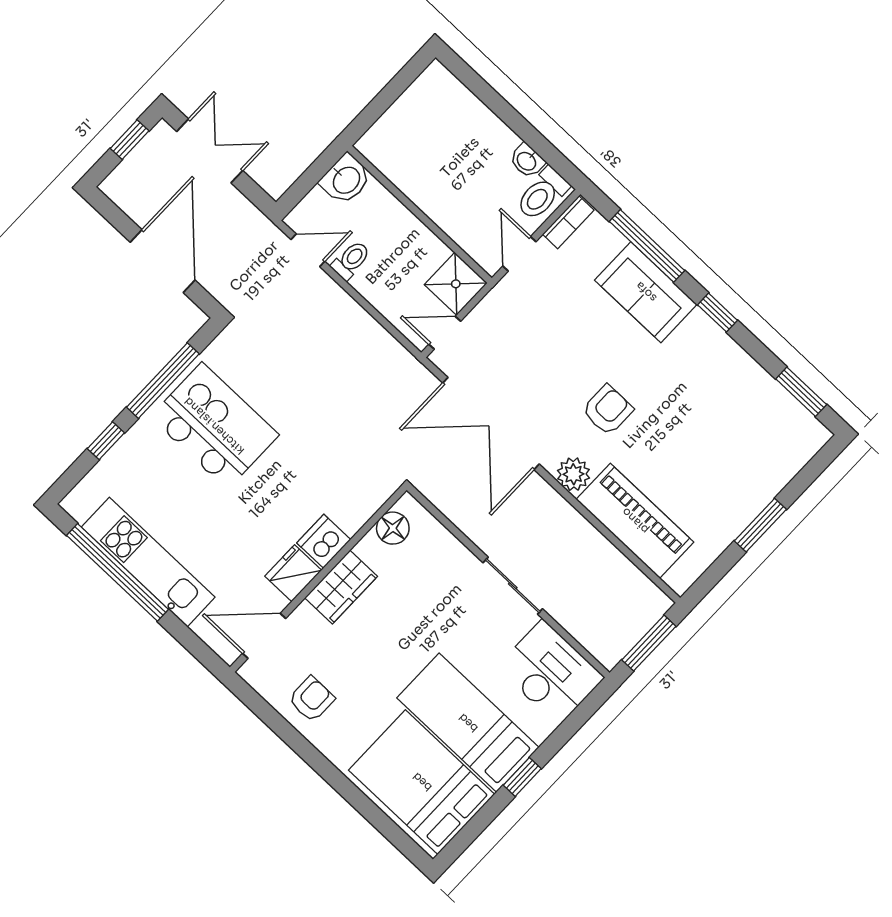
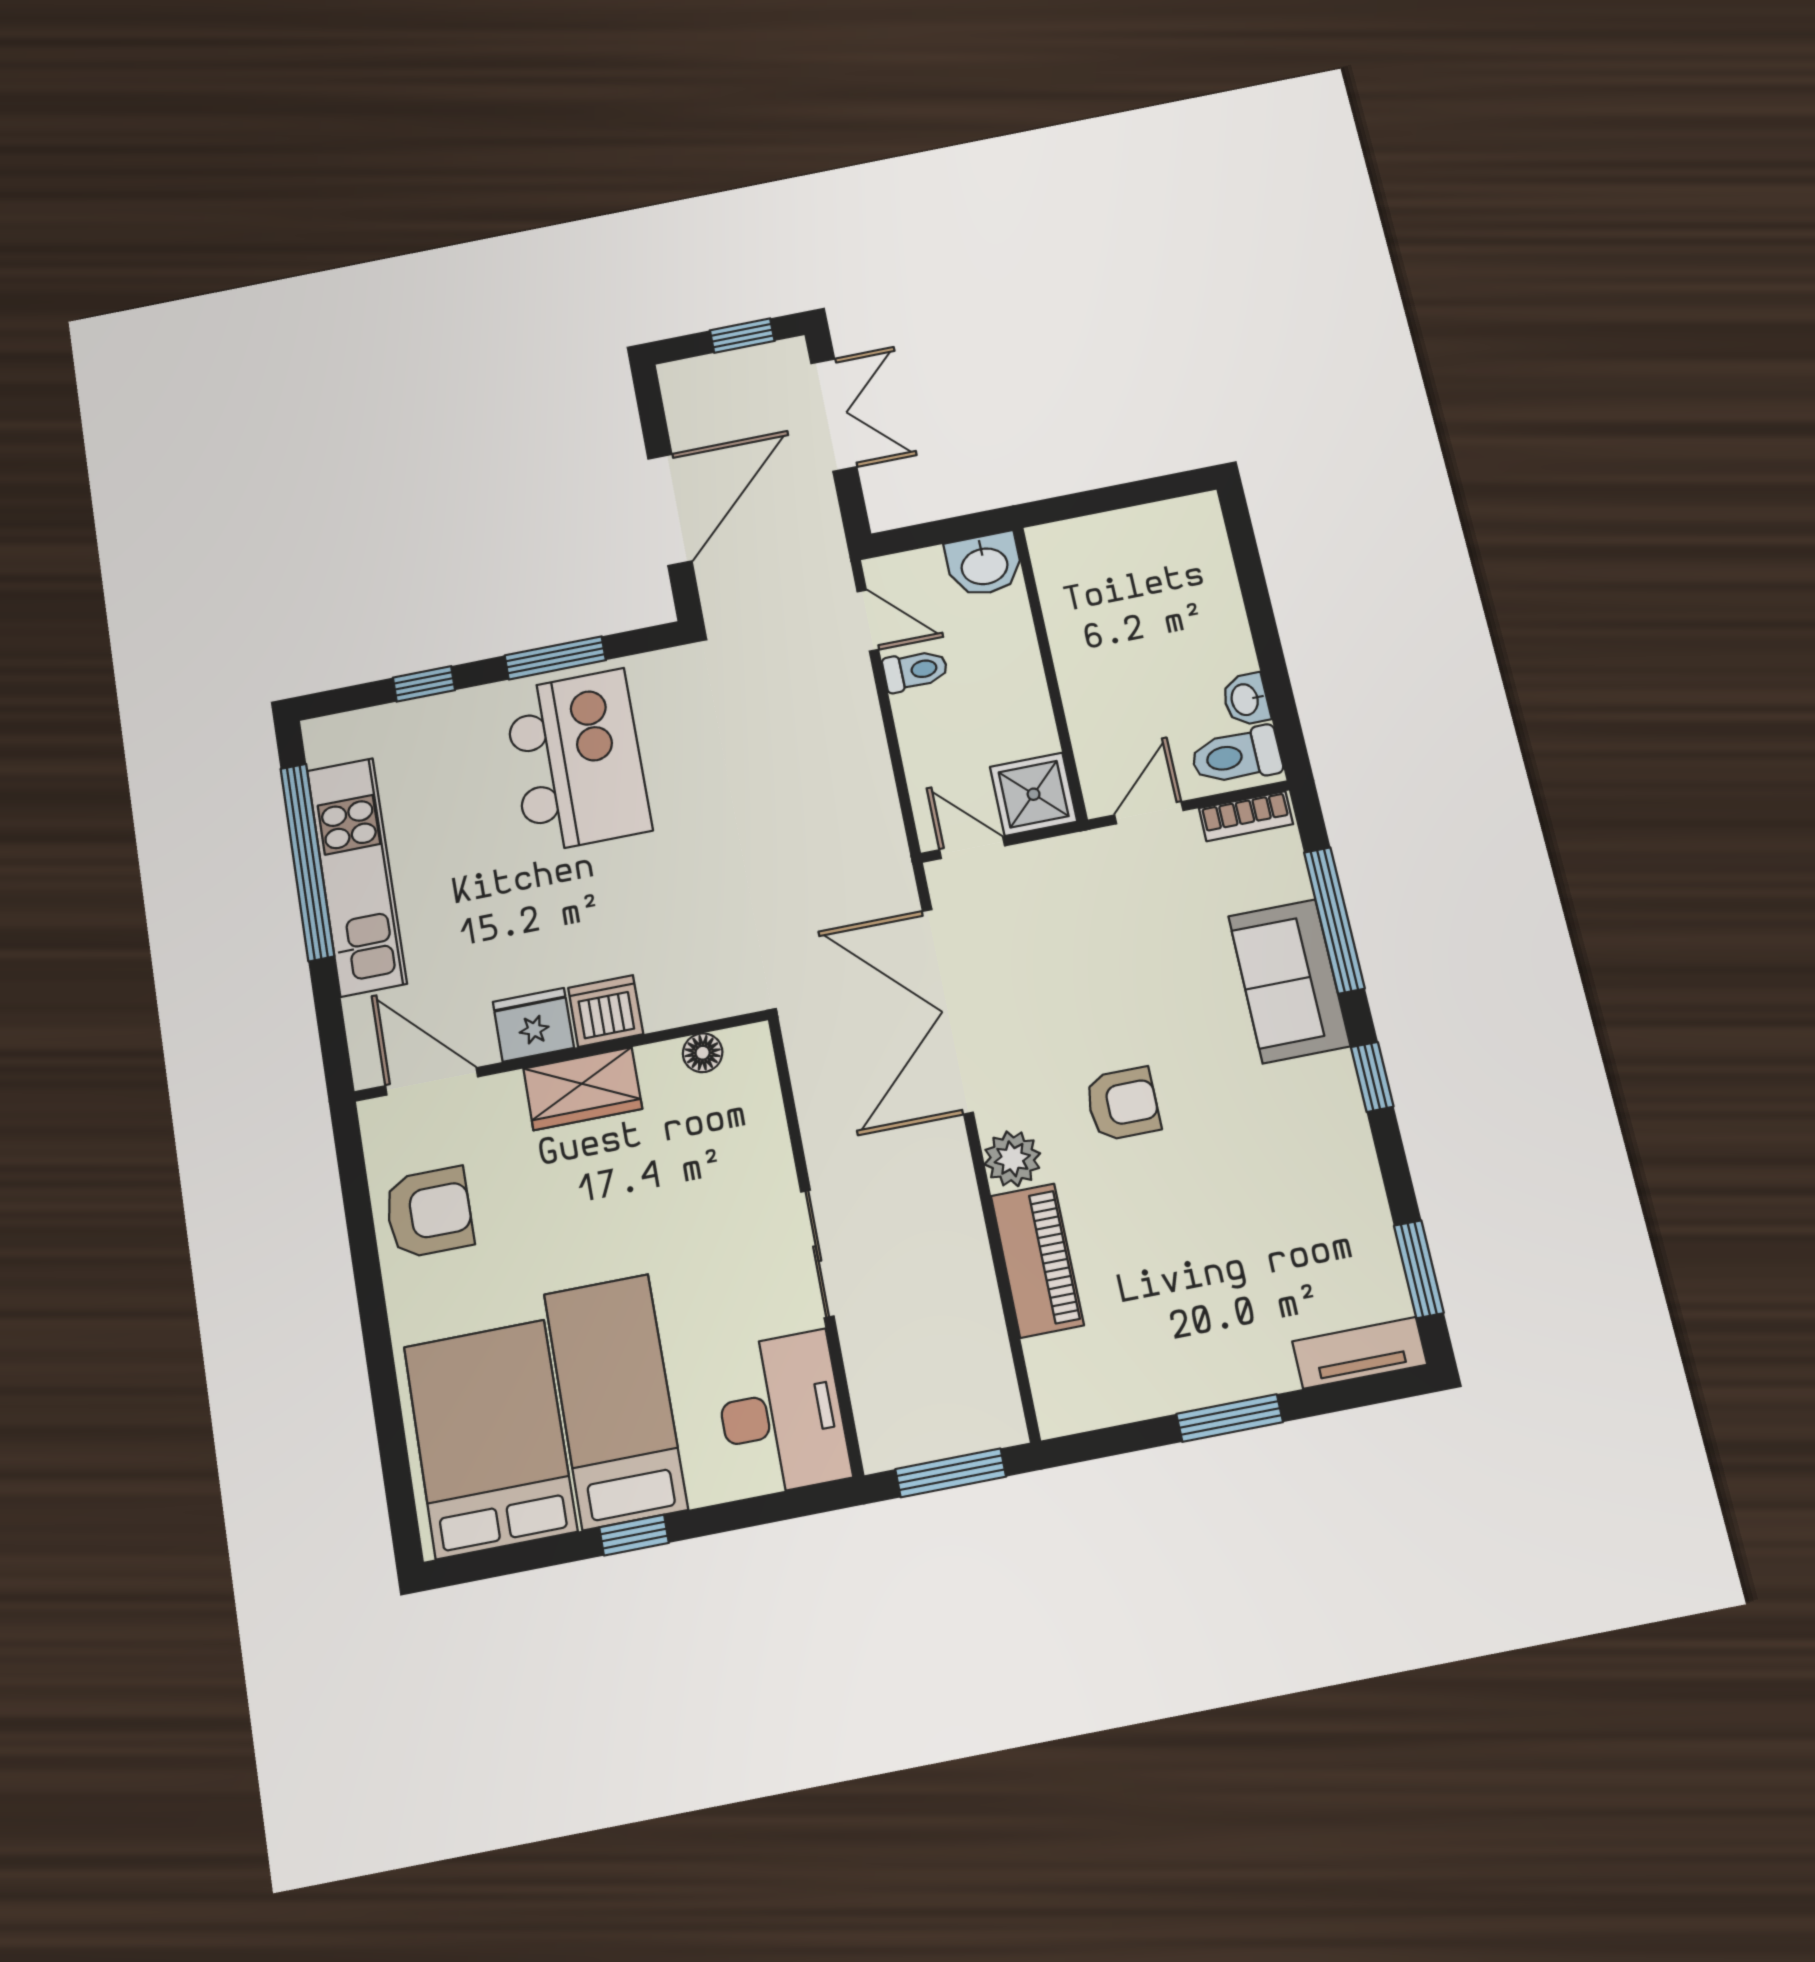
window: (163, 381) -> (555, 658), width x0.69
tv unit: (800, 451) -> (1360, 1353), added
piano: (635, 521) -> (1037, 1260), width x0.73, depth x0.75
floor lamp: (393, 528) -> (703, 1053), width x0.73, depth x0.73
armchair: (311, 699) -> (429, 1212), width x1.38, depth x1.38

